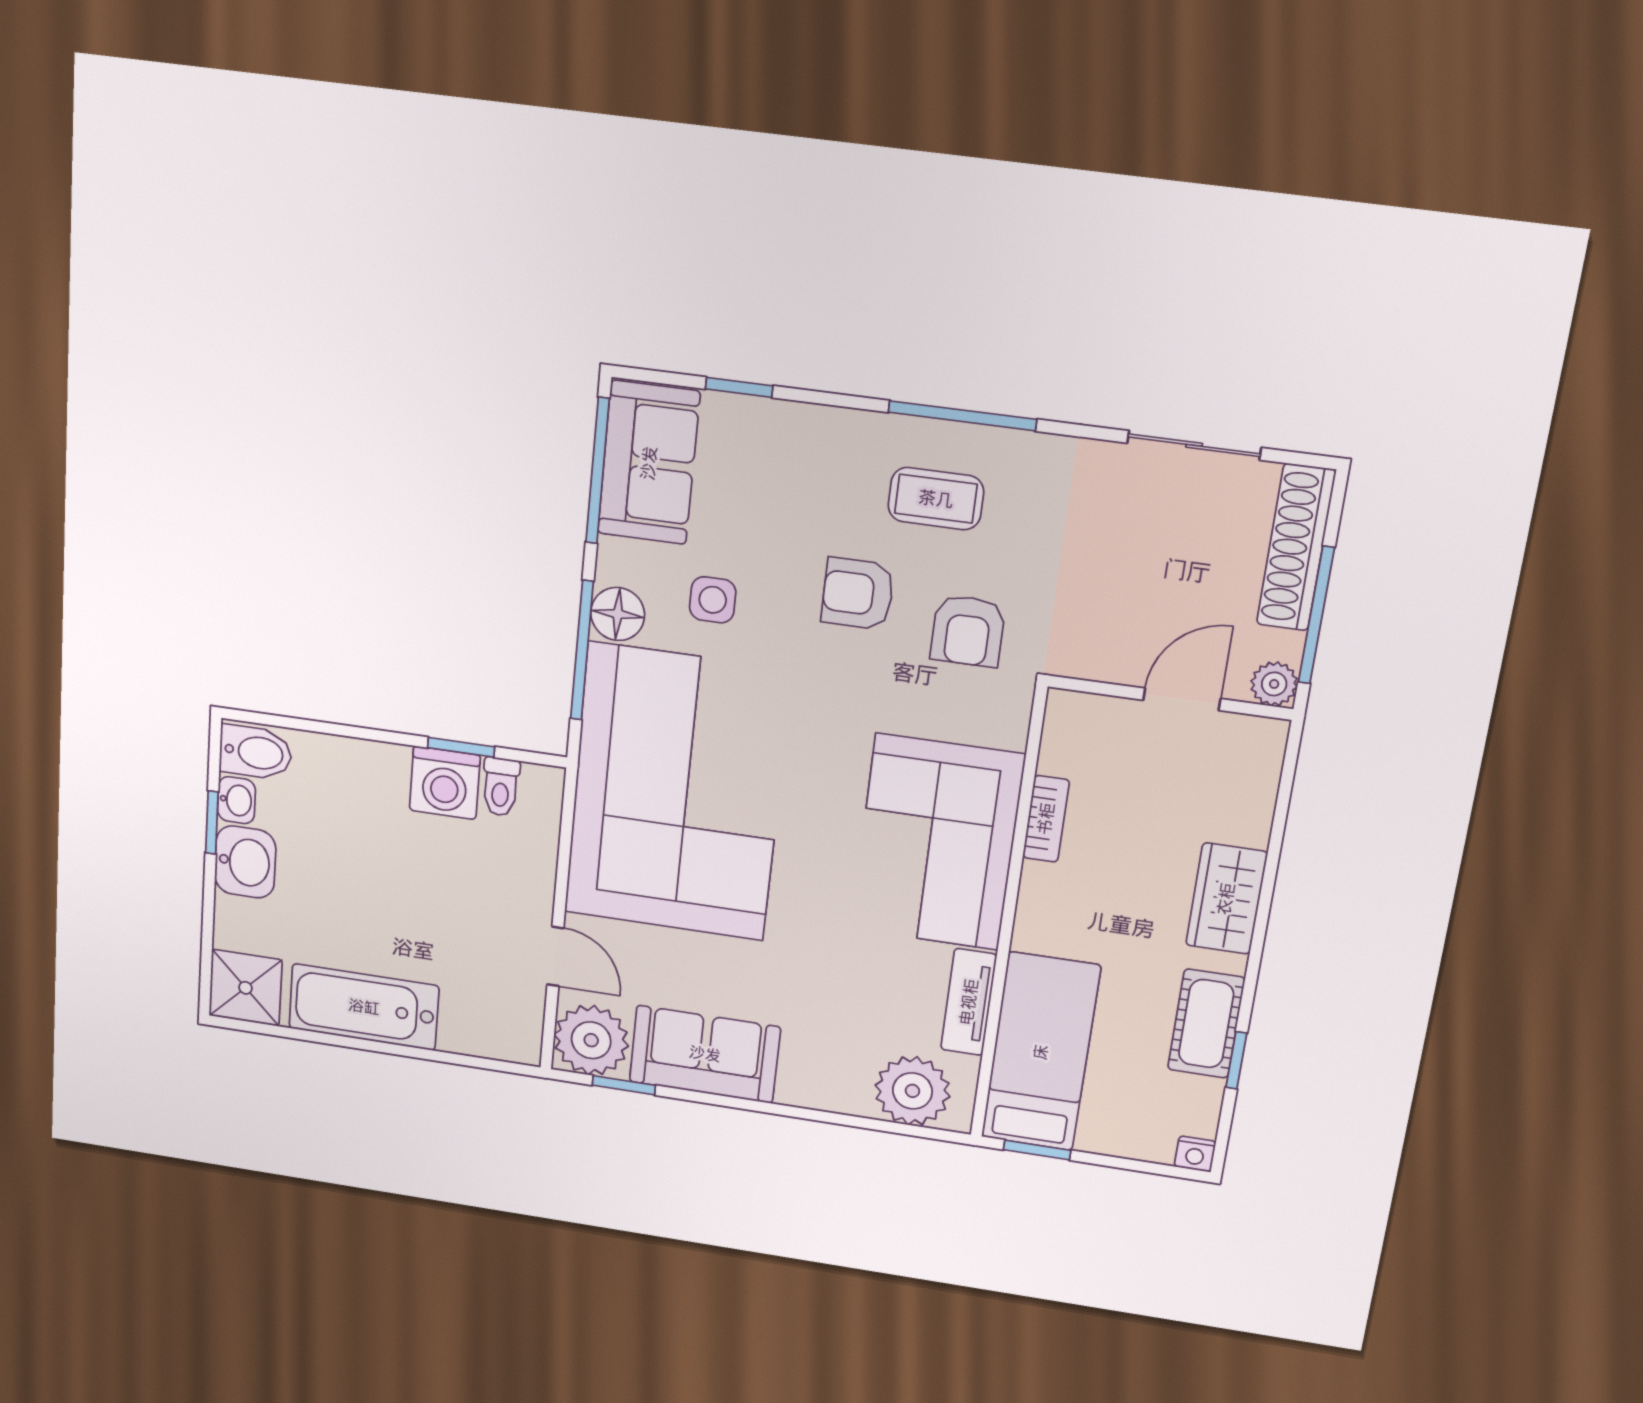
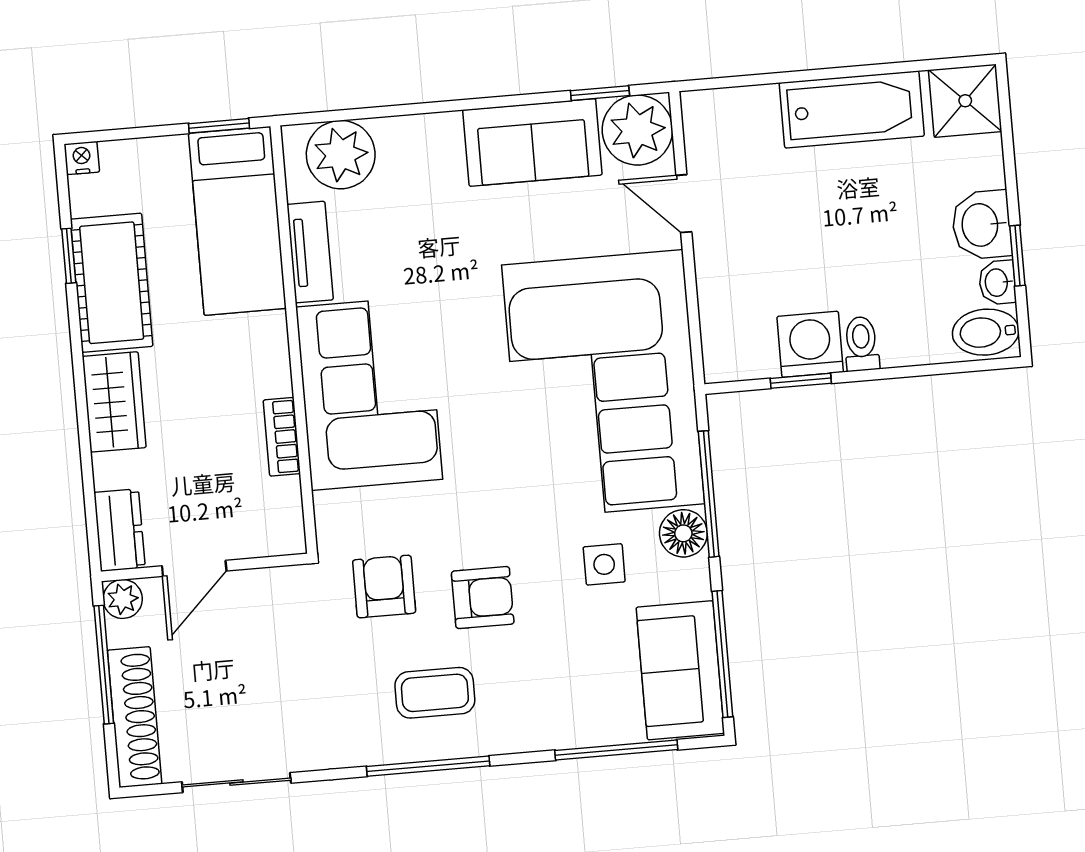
window: (739, 387) -> (616, 750), width x2.17
dresser: (1257, 761) -> (120, 530), added
toilet: (501, 787) -> (861, 344), moved
cot: (1206, 1024) -> (112, 283), width x1.37, depth x1.34

